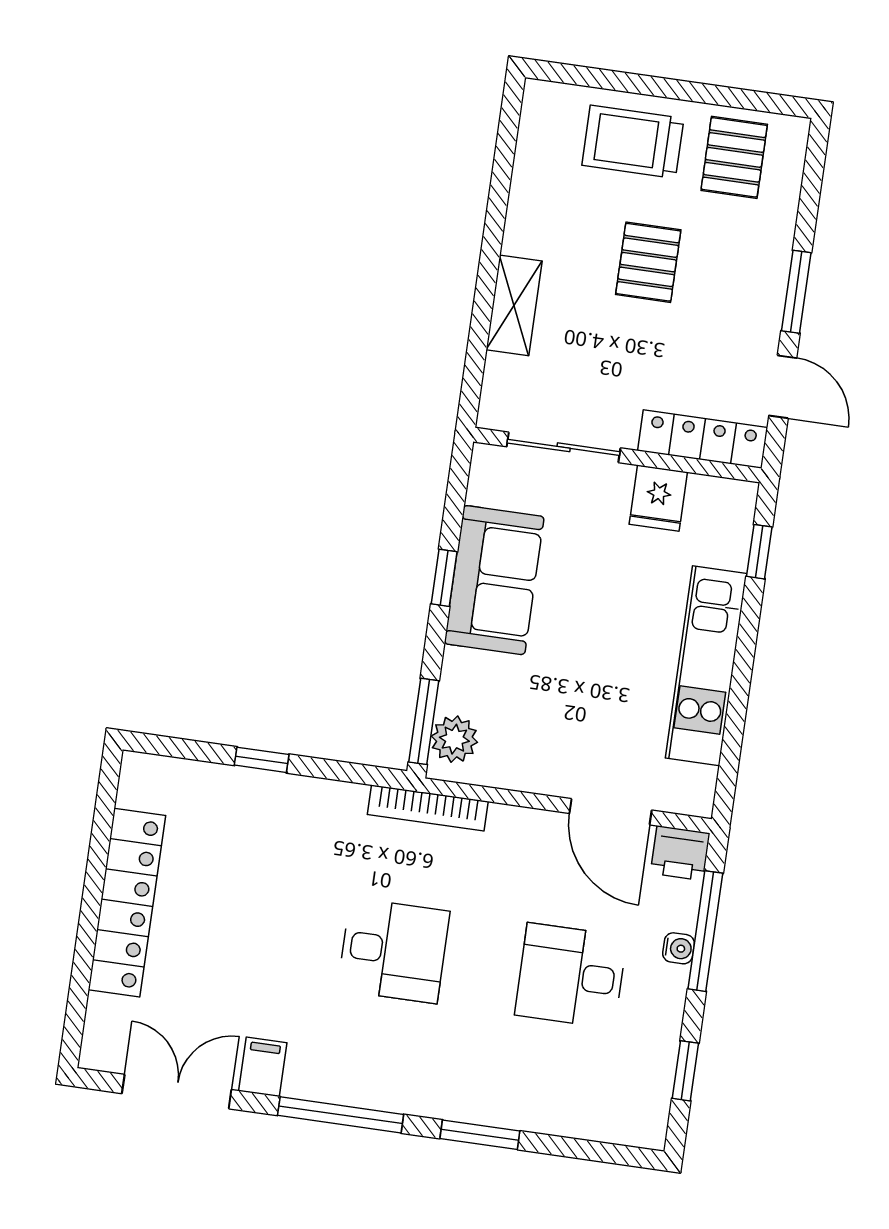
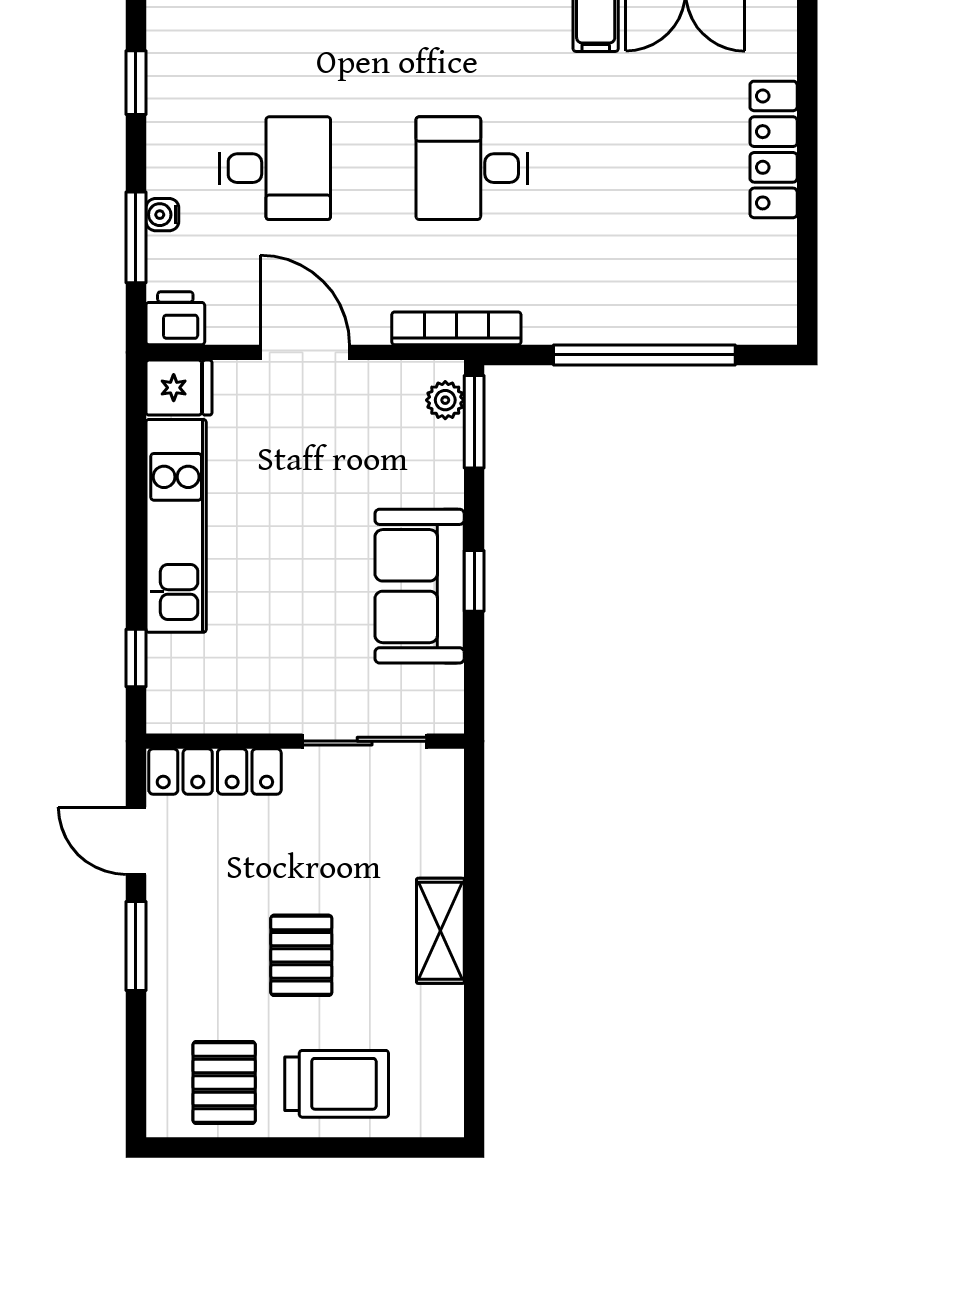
shelving: (514, 305) -> (440, 931), moved
fridge: (658, 498) -> (179, 388), moved, turned 90
plant: (454, 739) -> (445, 400), width x0.73, depth x0.73
window: (262, 760) -> (644, 355), width x3.17
door: (610, 812) -> (305, 352), moved
locker: (127, 903) -> (774, 149), width x0.71, depth x0.83
window: (705, 931) -> (136, 237), width x0.69

